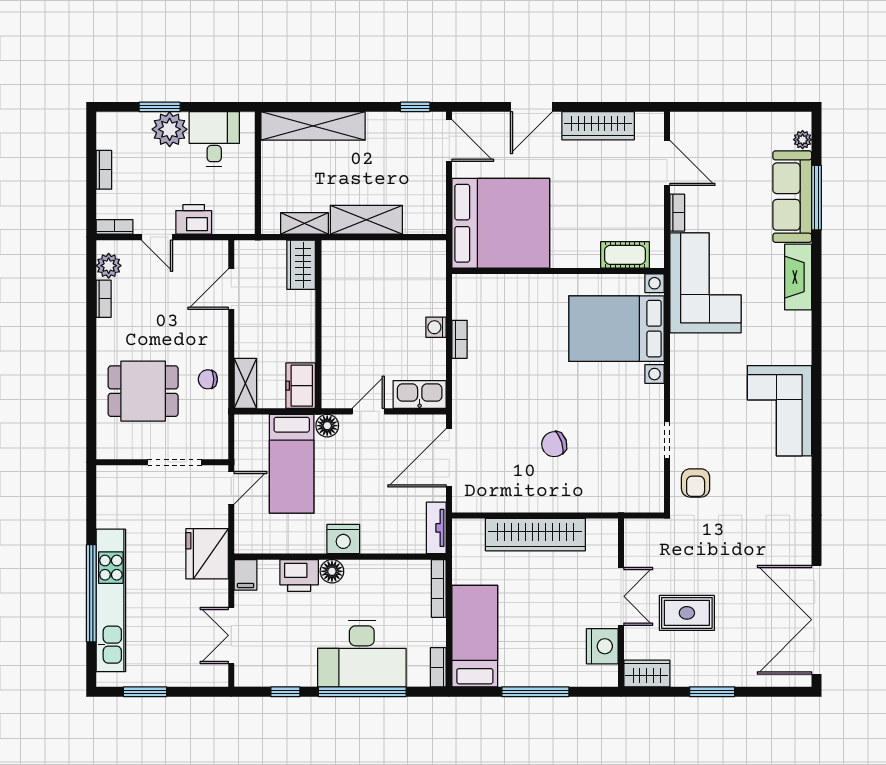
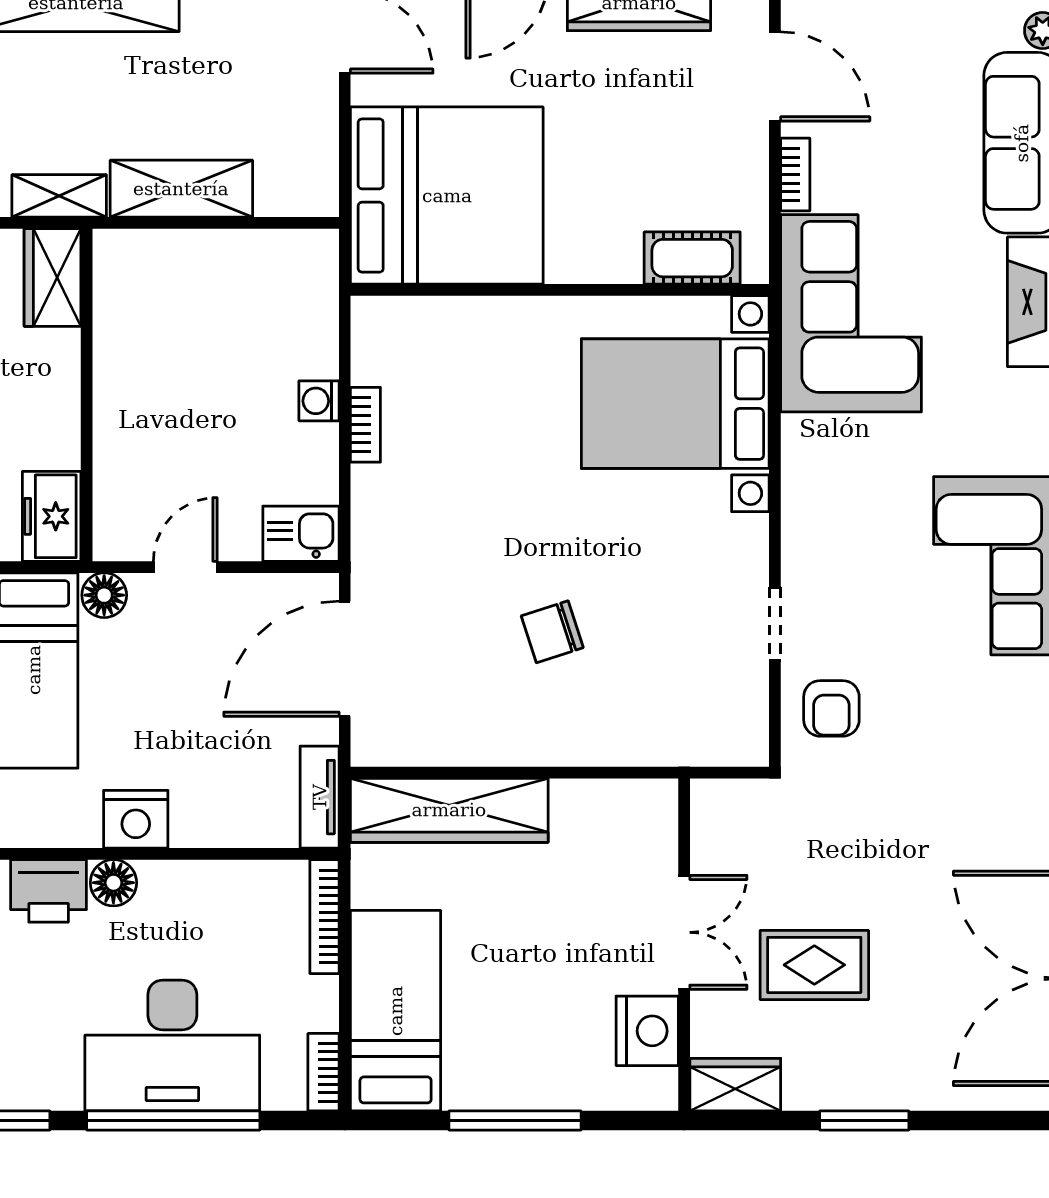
kitchen sink: (420, 394) -> (301, 534), width x0.73
wardrobe: (535, 535) -> (449, 810), moved

